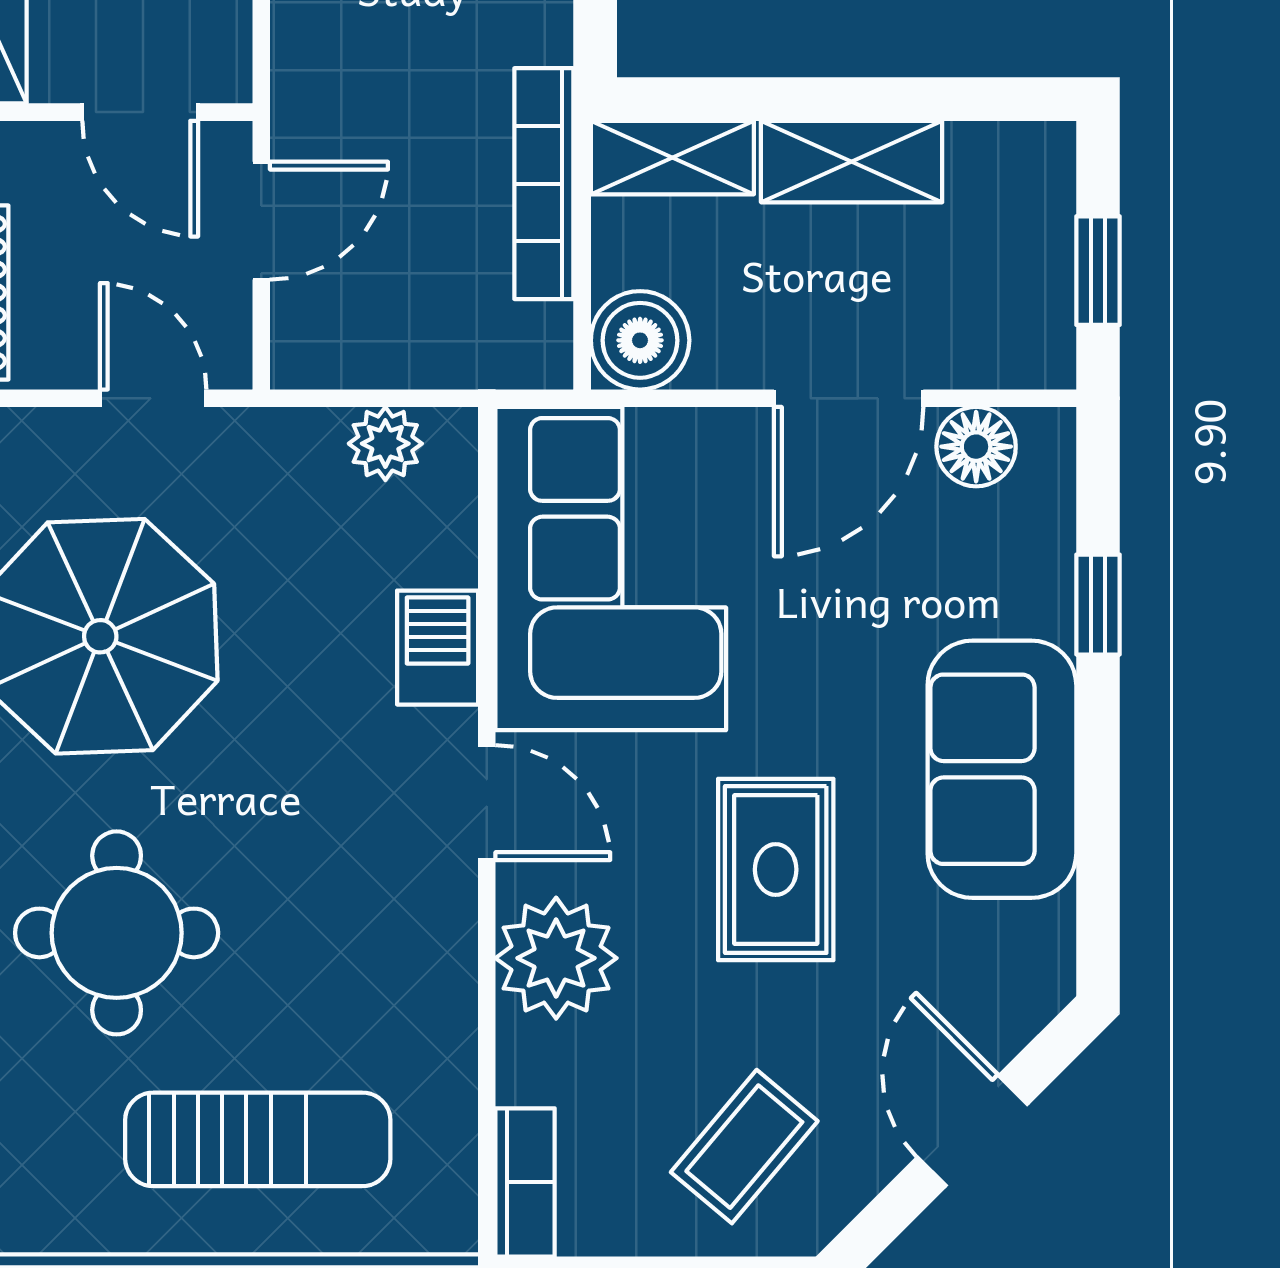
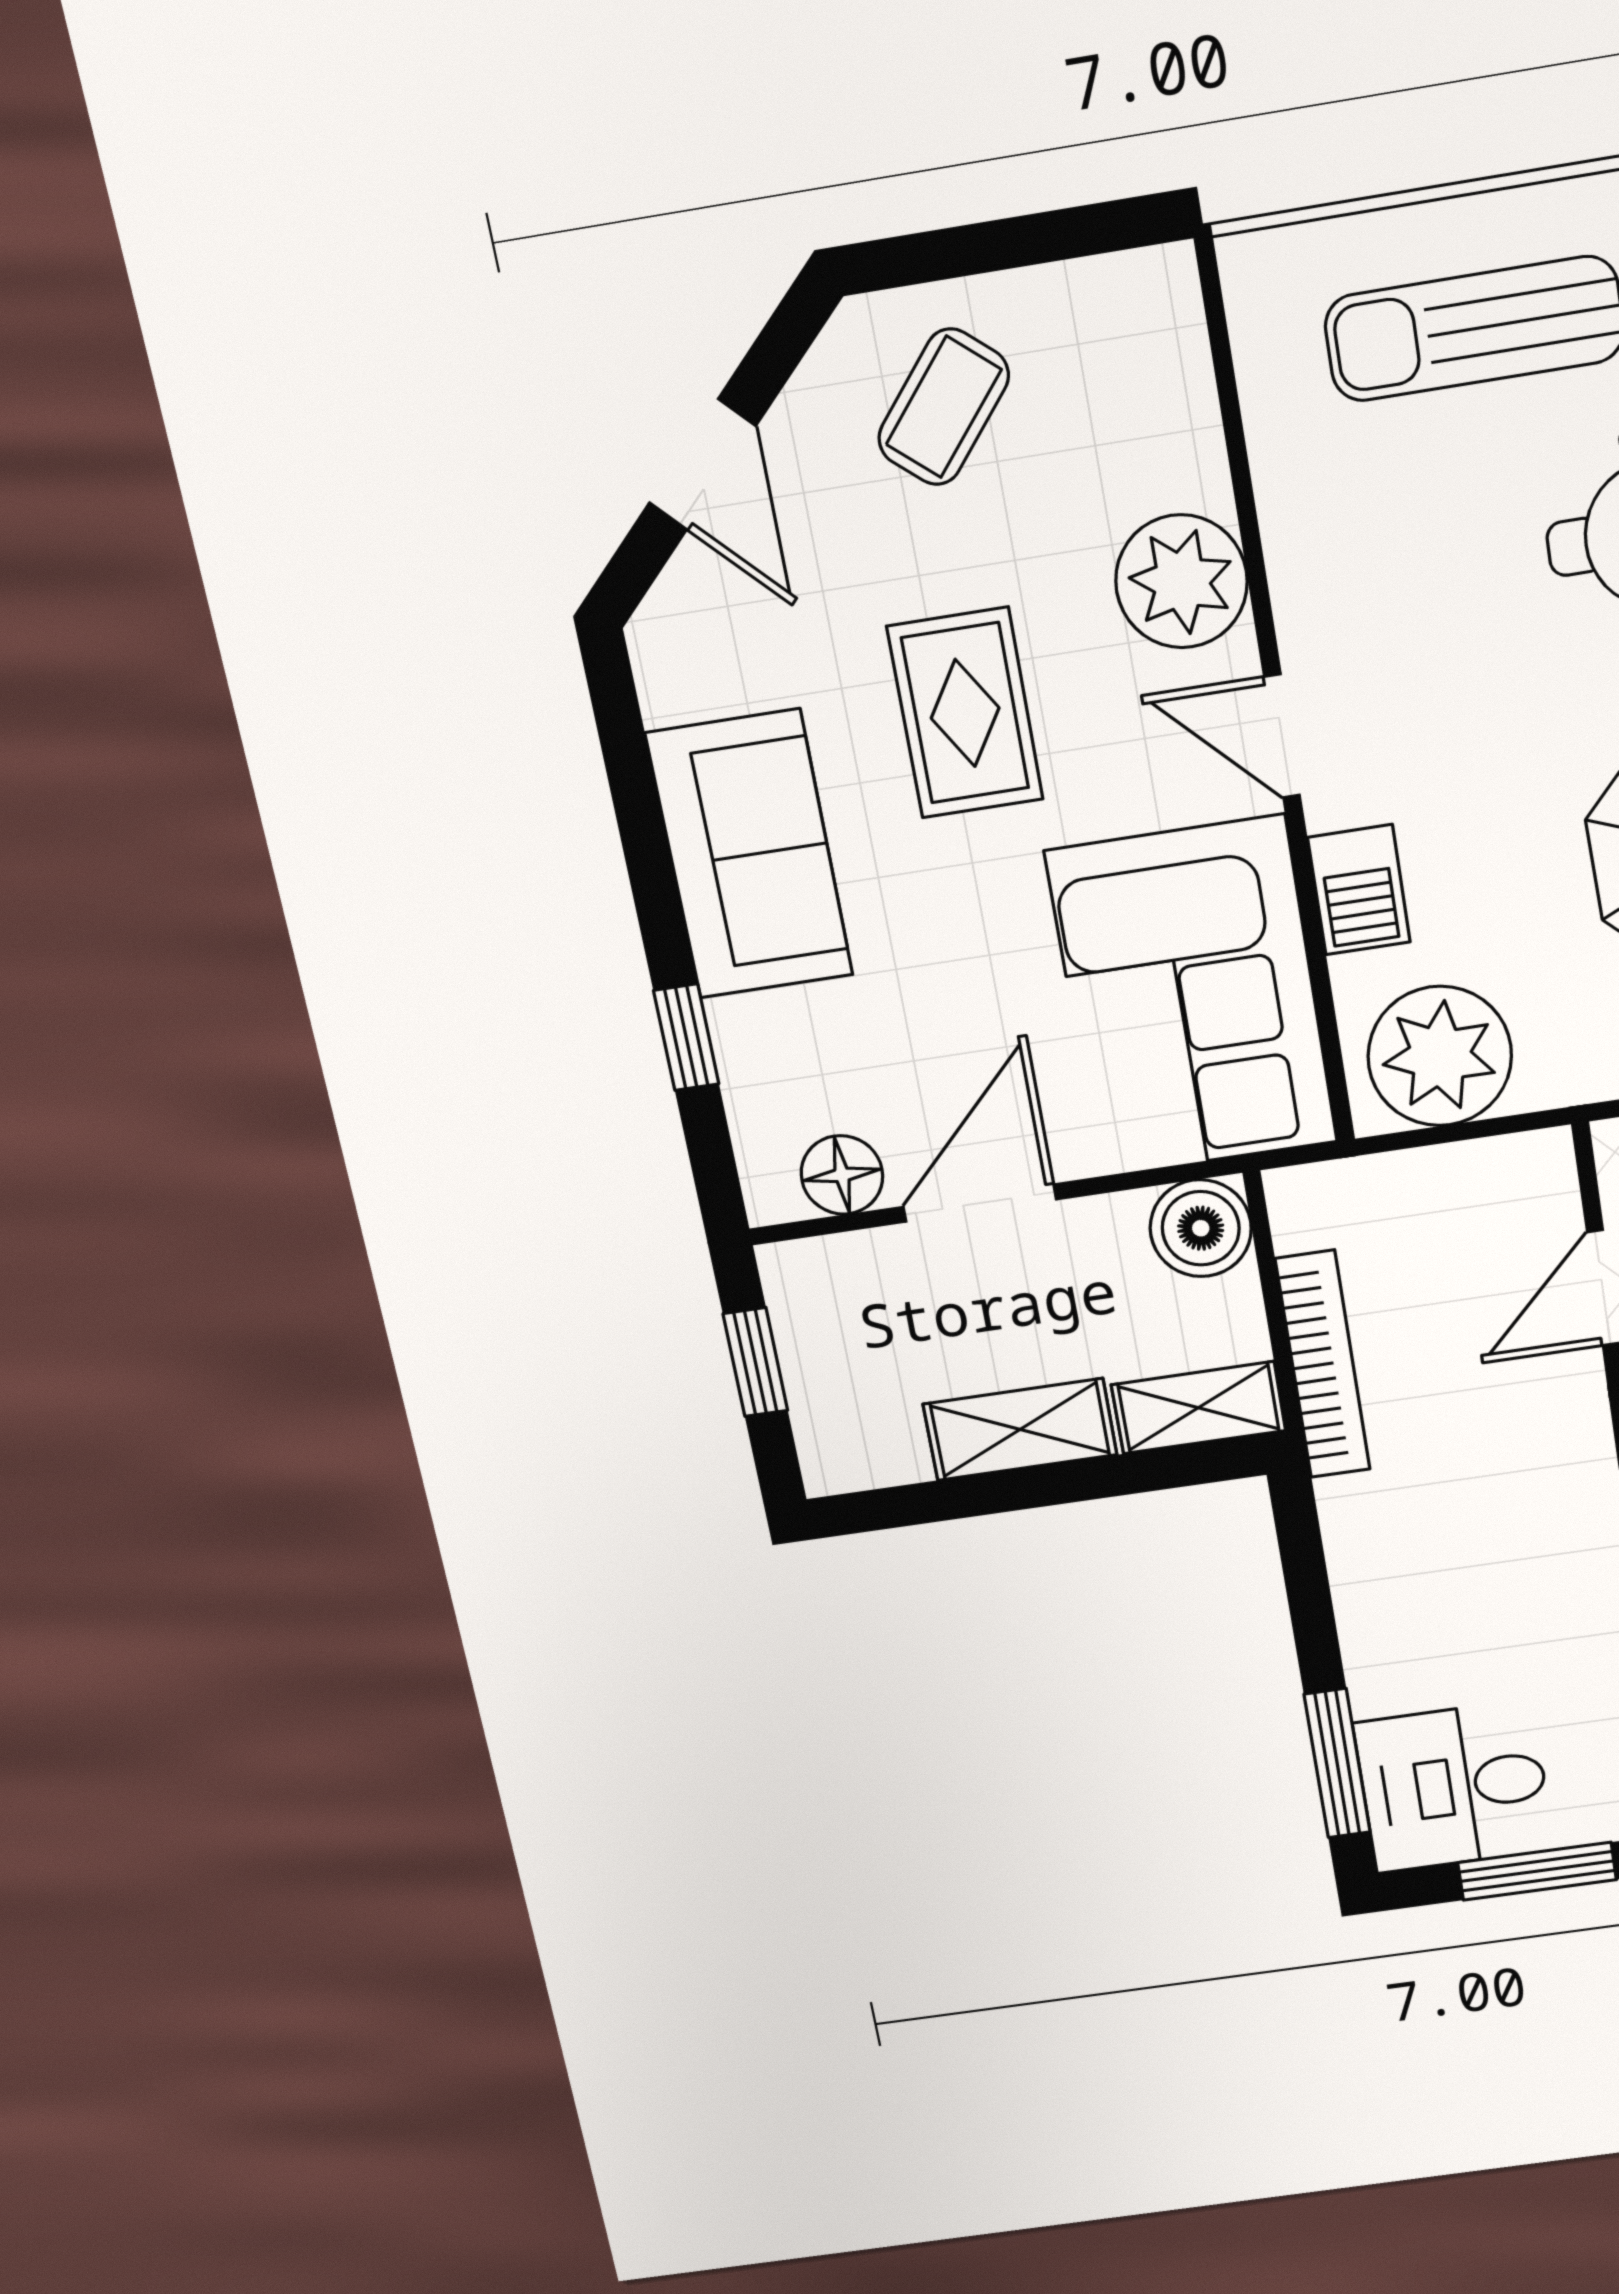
plant: (385, 444) -> (1440, 1056), width x1.88, depth x1.88
bookcase: (525, 1182) -> (1174, 328), removed

